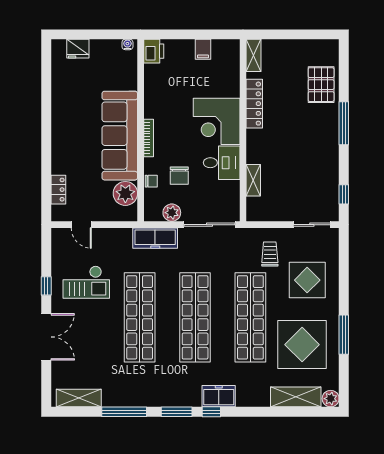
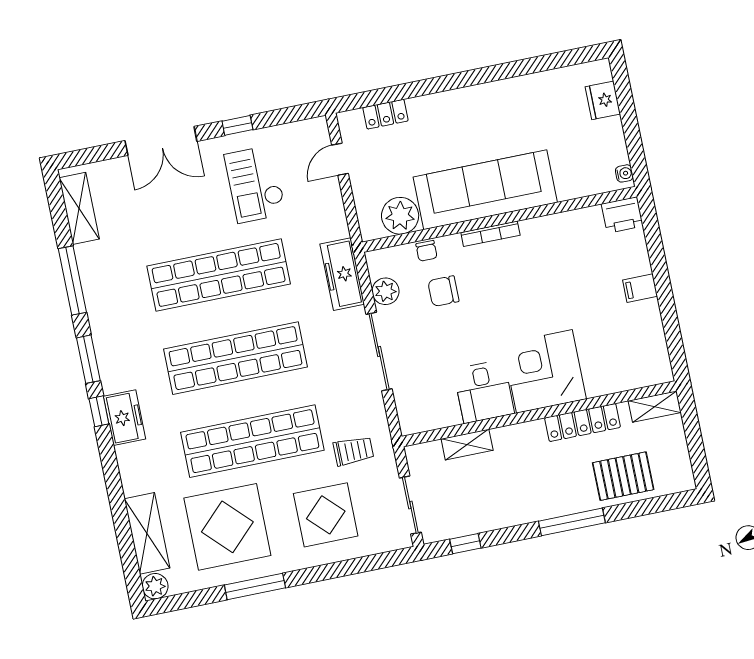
shelving: (253, 55) -> (655, 407), moved
locker: (254, 104) -> (583, 423), moved
corner desk: (217, 121) -> (544, 371), moved
wall: (243, 130) -> (539, 414), moved
desk: (222, 163) -> (484, 392), moved
shelving: (253, 180) -> (467, 445), moved

